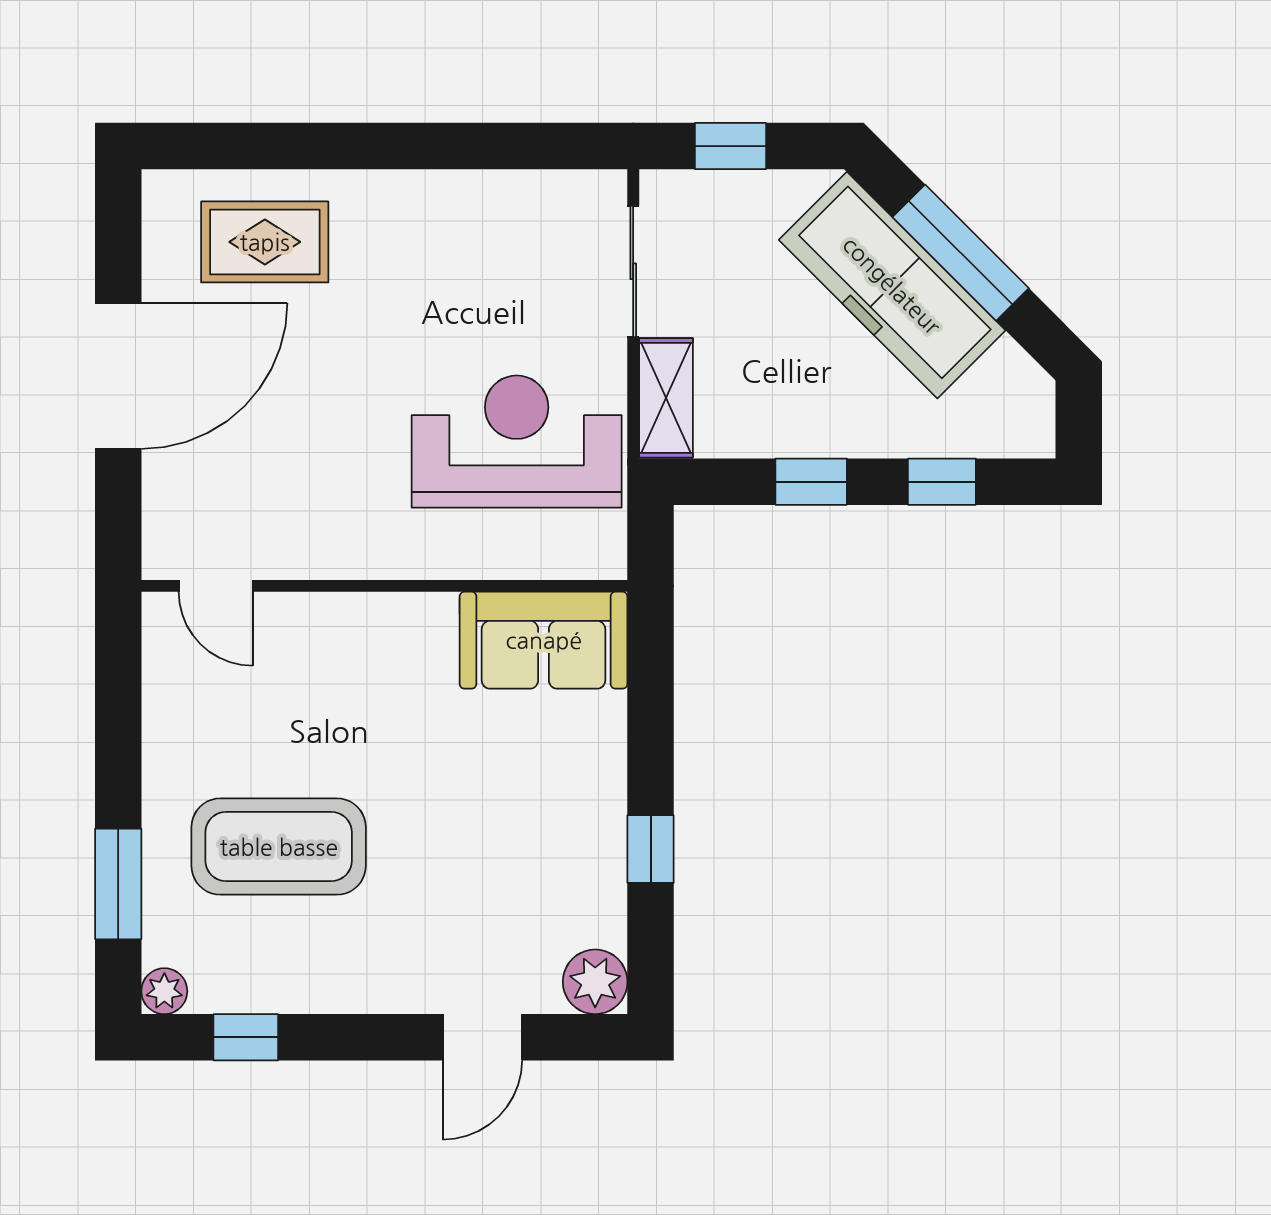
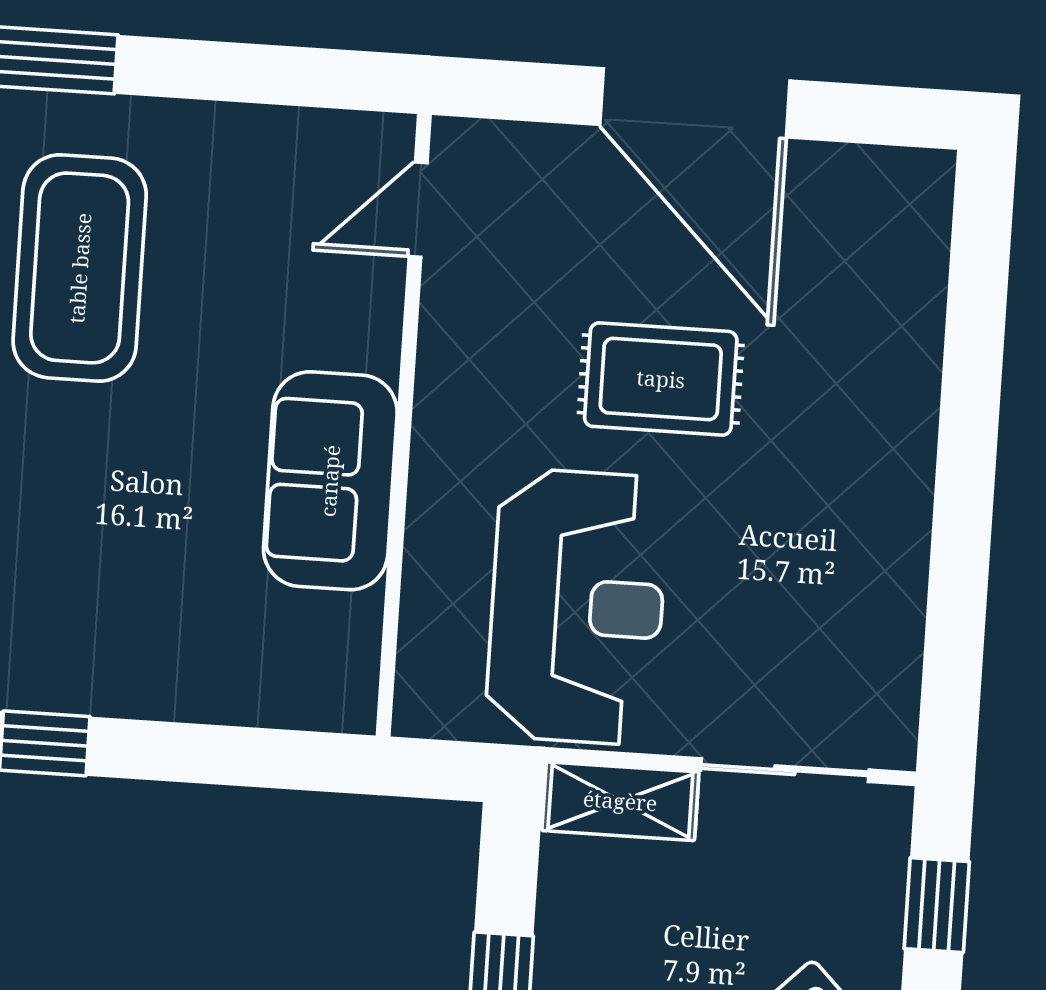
rug: (265, 242) -> (661, 379), moved, turned 90
sofa: (544, 640) -> (330, 481), moved

